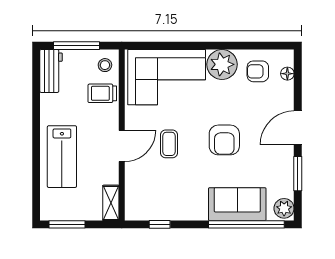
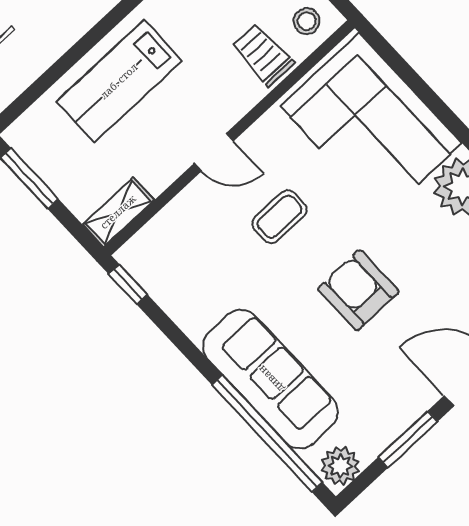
armchair: (224, 140) -> (358, 290), turned 90
door: (122, 146) -> (214, 152), width x0.73
sofa: (237, 204) -> (271, 379), width x1.36
window: (160, 224) -> (128, 284), moved

